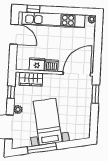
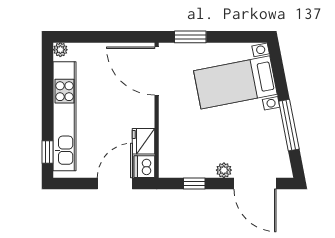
door: (14, 34) -> (115, 184), moved
dishwasher: (51, 66) -> (144, 167), moved
wardrobe: (31, 79) -> (170, 150), removed
bed with nightstands: (48, 122) -> (235, 82), moved

